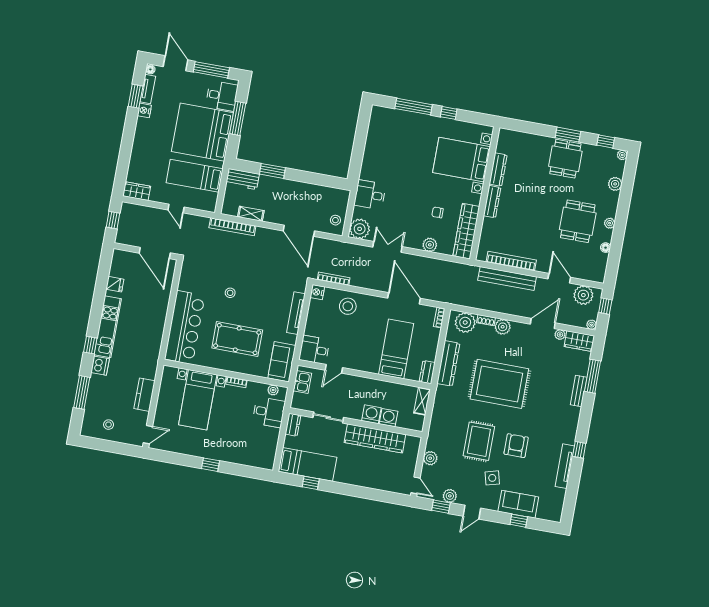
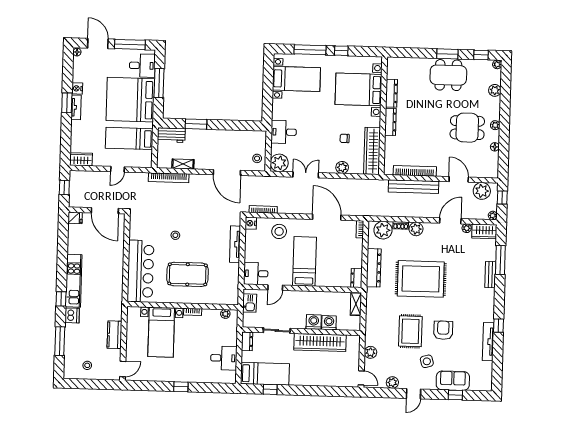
tv unit: (148, 89) -> (76, 107), moved
window: (136, 96) -> (67, 103), moved
bed with nightstands: (393, 137) -> (296, 79), added
dining table: (565, 159) -> (448, 75), width x1.38
door: (176, 209) -> (117, 169), hinge flipped
dining table: (578, 221) -> (467, 128), turned 90
fridge: (115, 284) -> (75, 218), moved
bed: (396, 349) -> (305, 261), moved
sofa: (282, 362) -> (229, 288), removed
desk: (269, 412) -> (224, 358), moved
window: (441, 507) -> (386, 393), removed

